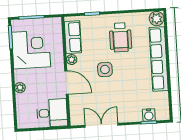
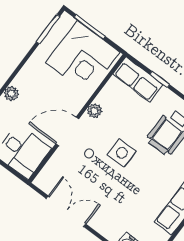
row of seats: (73, 37) -> (138, 79), moved, turned 90
corner desk: (31, 49) -> (83, 57), moved, turned 90
door: (66, 82) -> (67, 131), swing flipped

